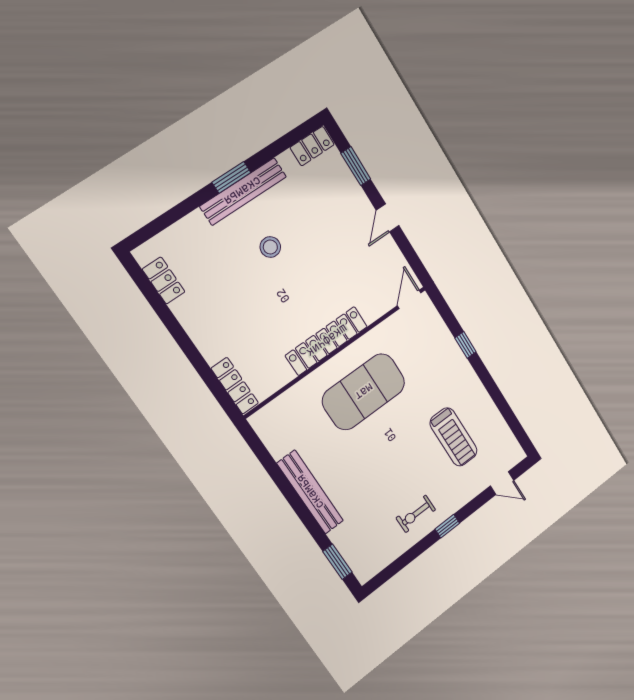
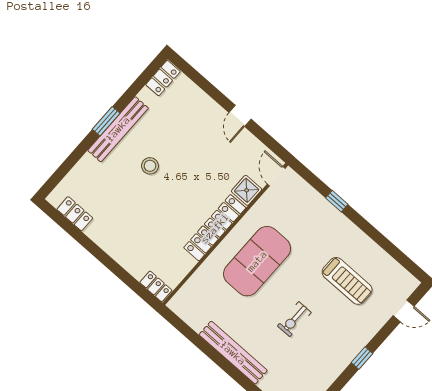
window: (356, 166) -> (202, 83), removed
shower: (373, 307) -> (247, 190), added
locker: (235, 386) -> (156, 286), width x0.66
exercise bike: (416, 514) -> (294, 319), moved

